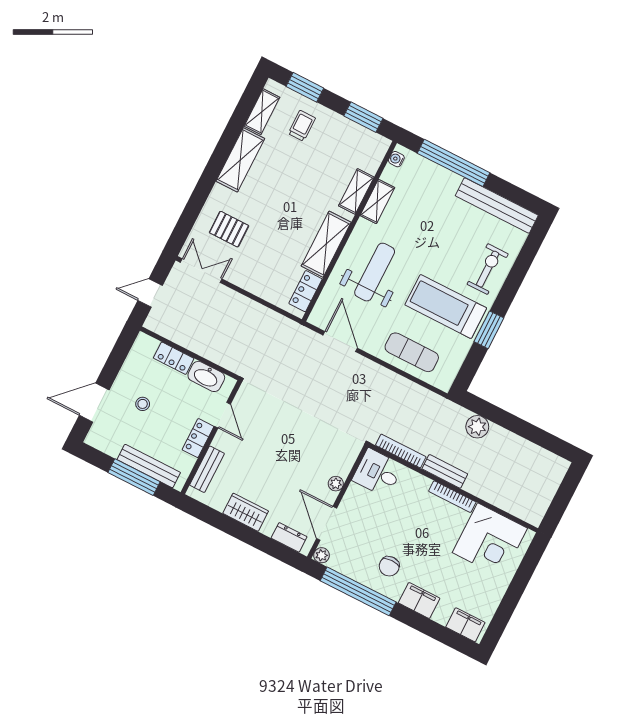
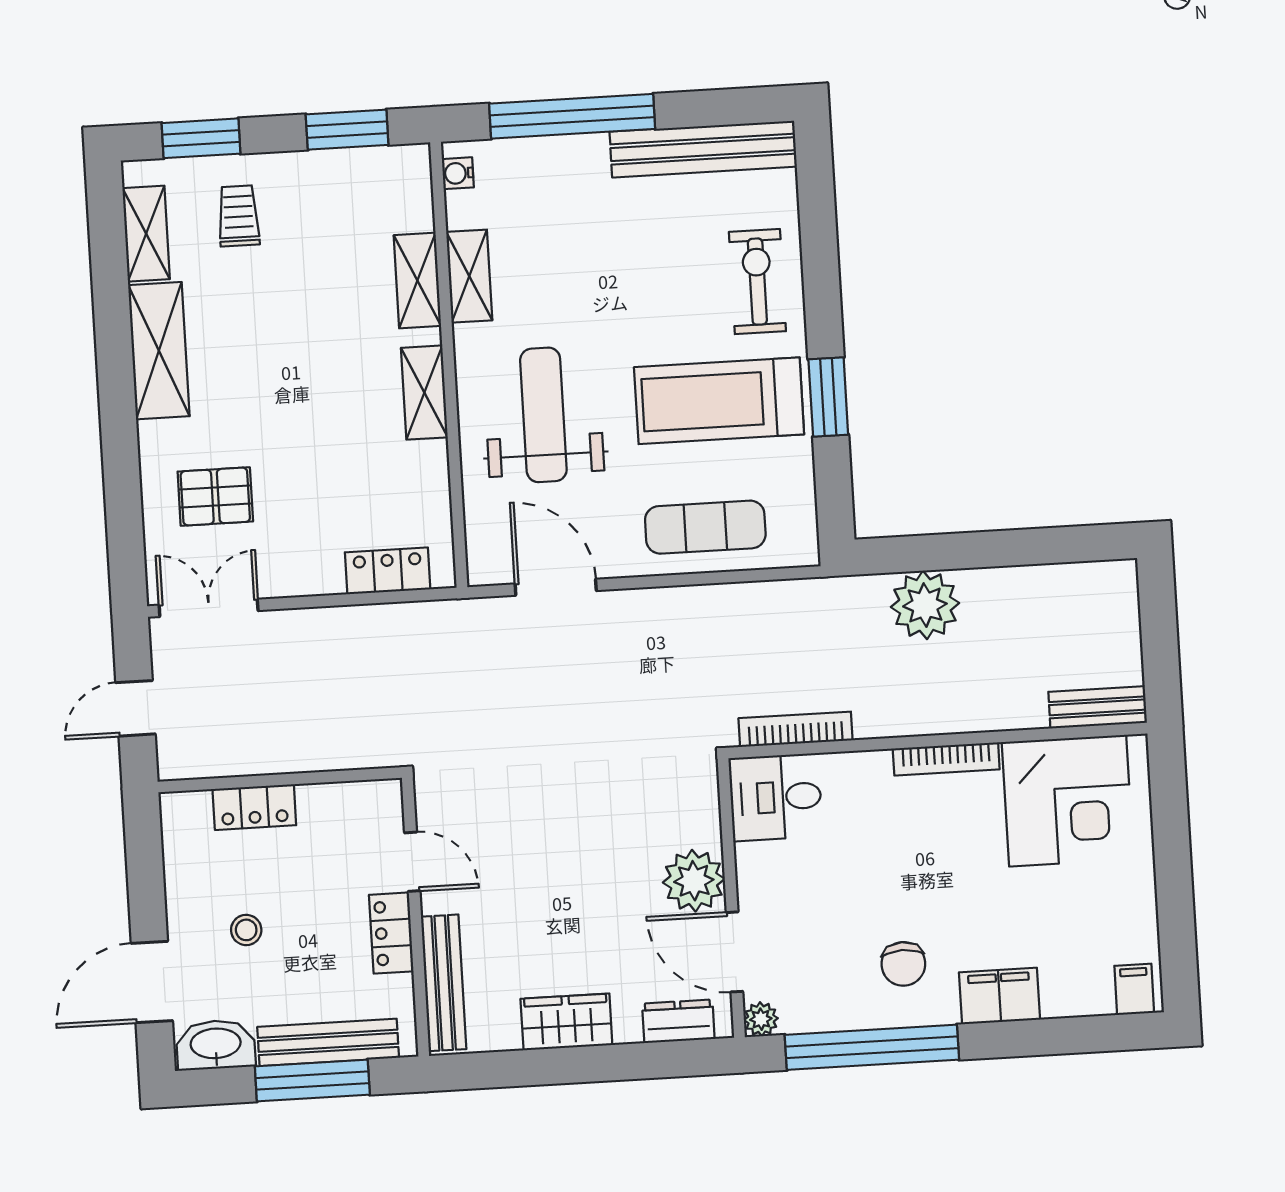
shelving: (326, 244) -> (424, 393), width x0.67, depth x0.75
locker: (306, 291) -> (388, 571), moved, turned 90
washbasin: (206, 376) -> (216, 1045), moved, turned 180
plant: (477, 427) -> (925, 605), width x1.36, depth x1.36
bench: (207, 469) -> (444, 983), width x1.36
bench: (445, 471) -> (1098, 707), moved
plant: (336, 484) -> (694, 881), width x1.88, depth x1.88
filing cabinet: (465, 625) -> (1134, 989), width x0.50

